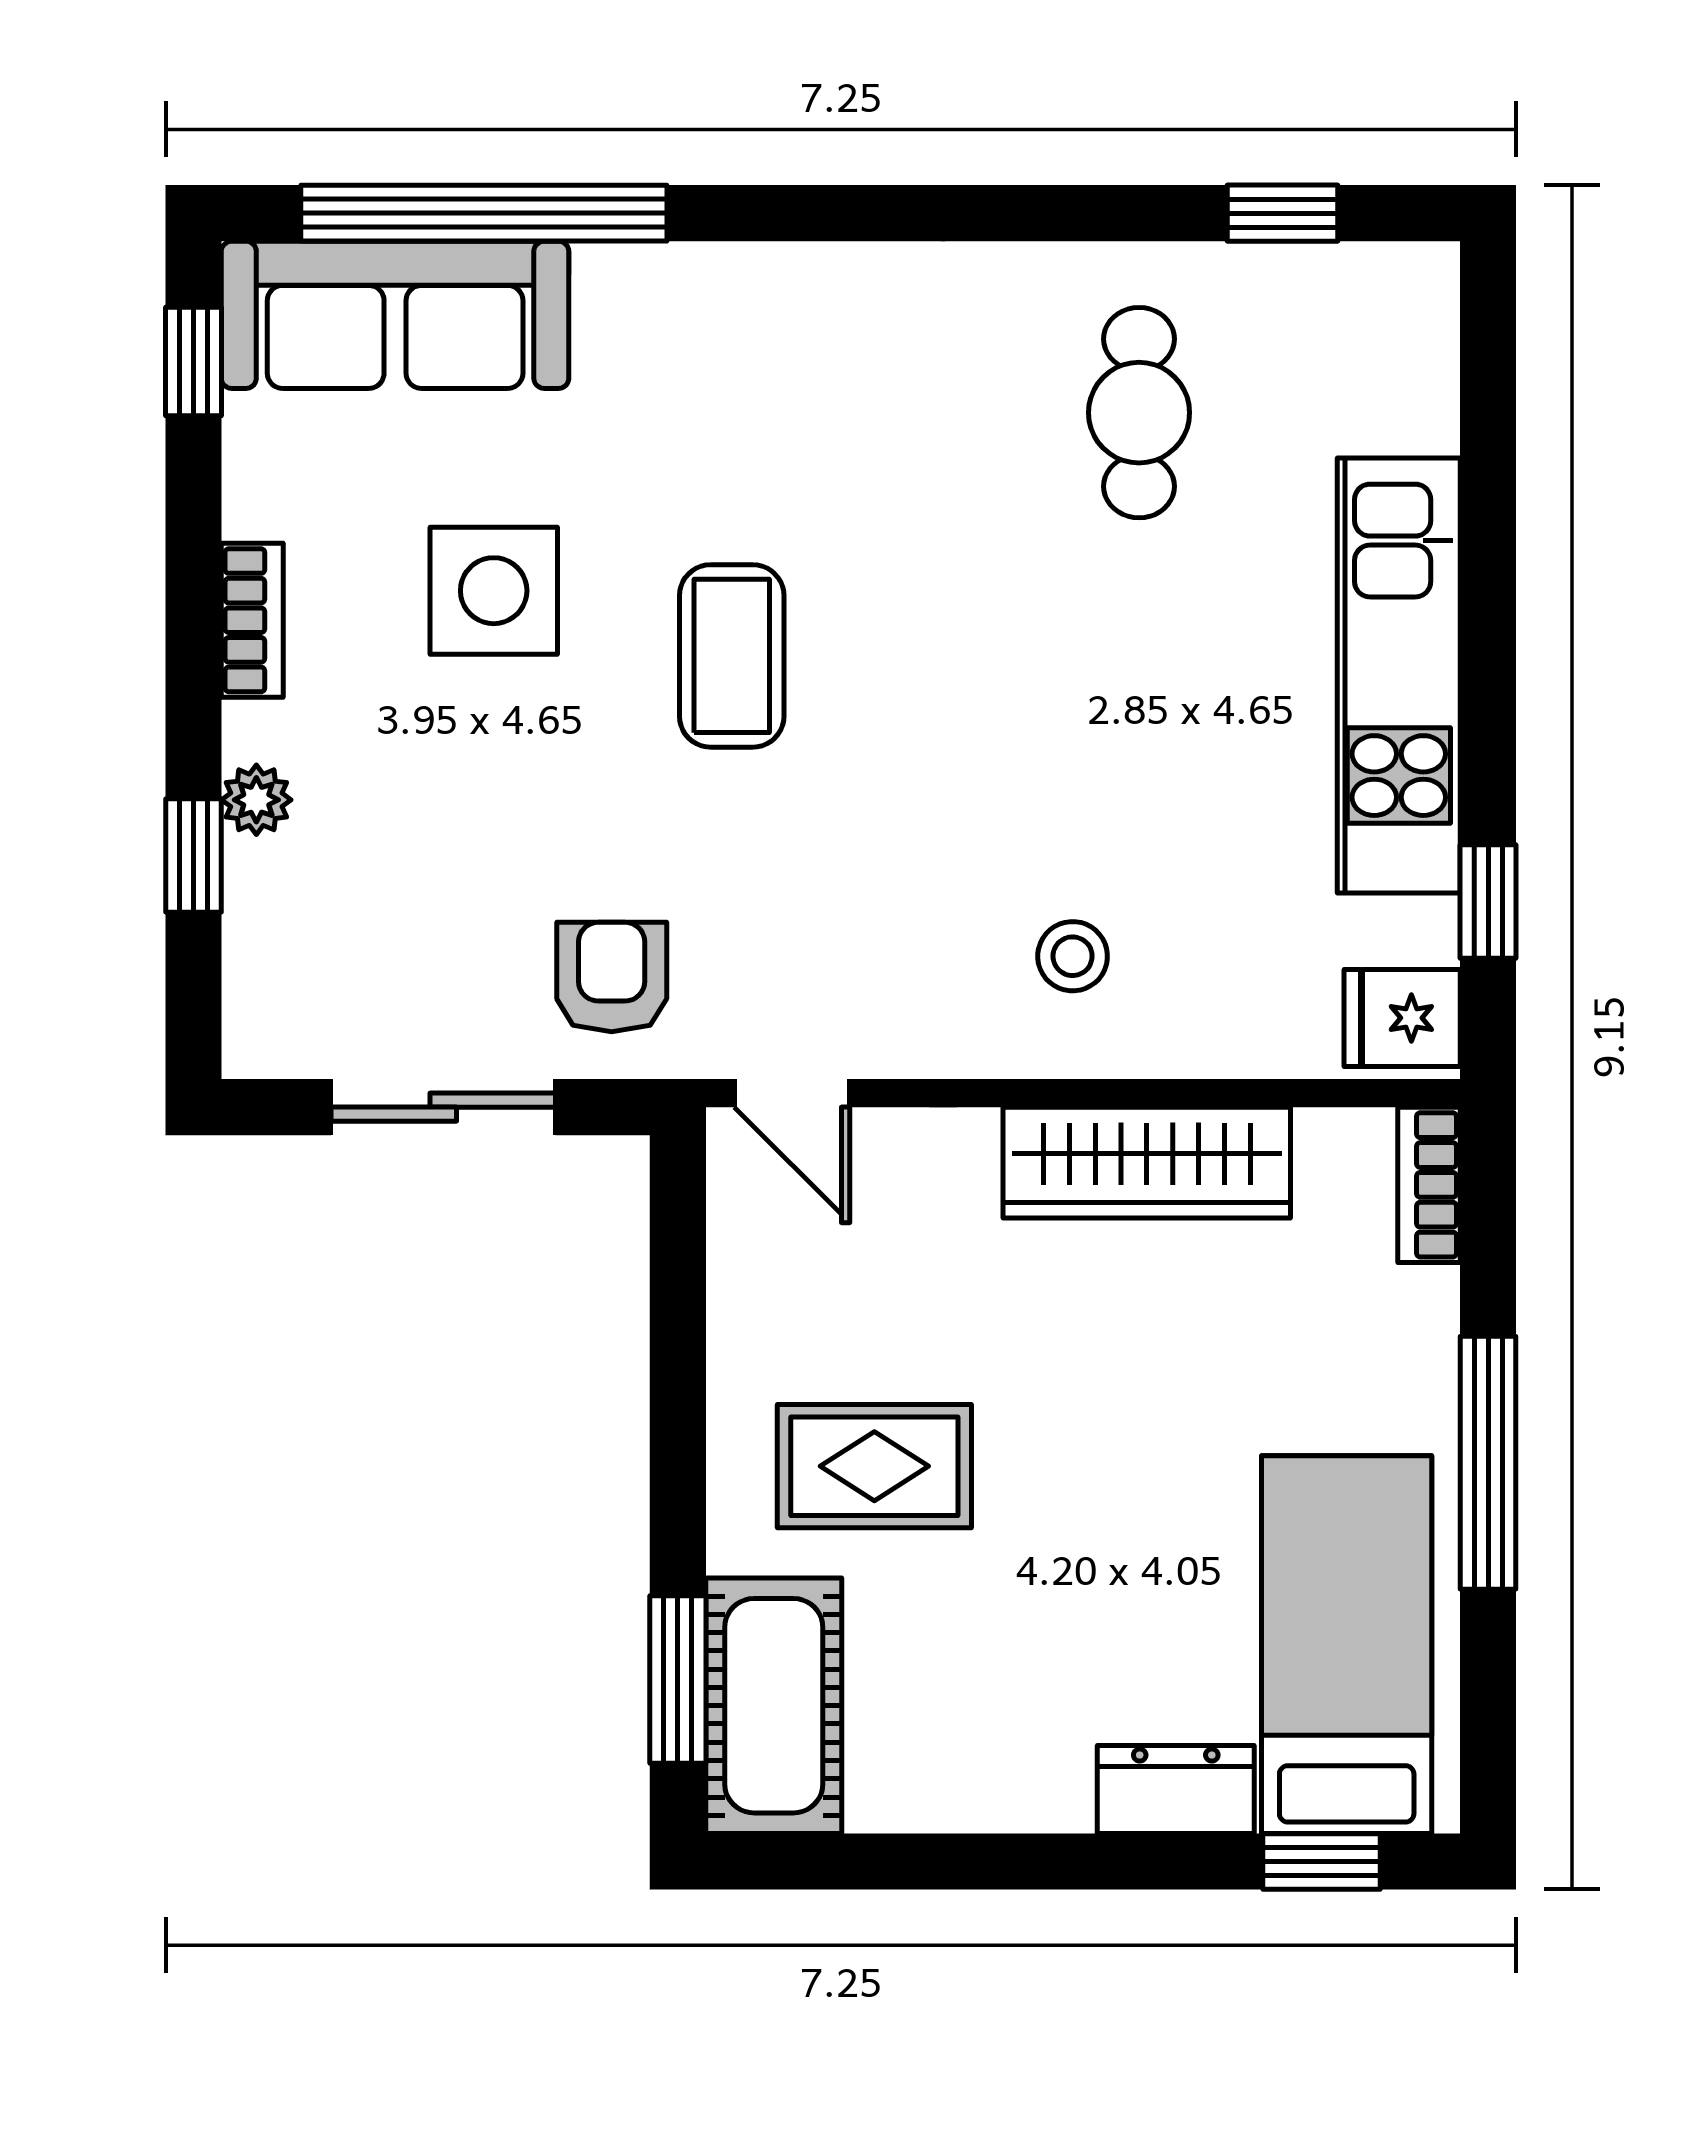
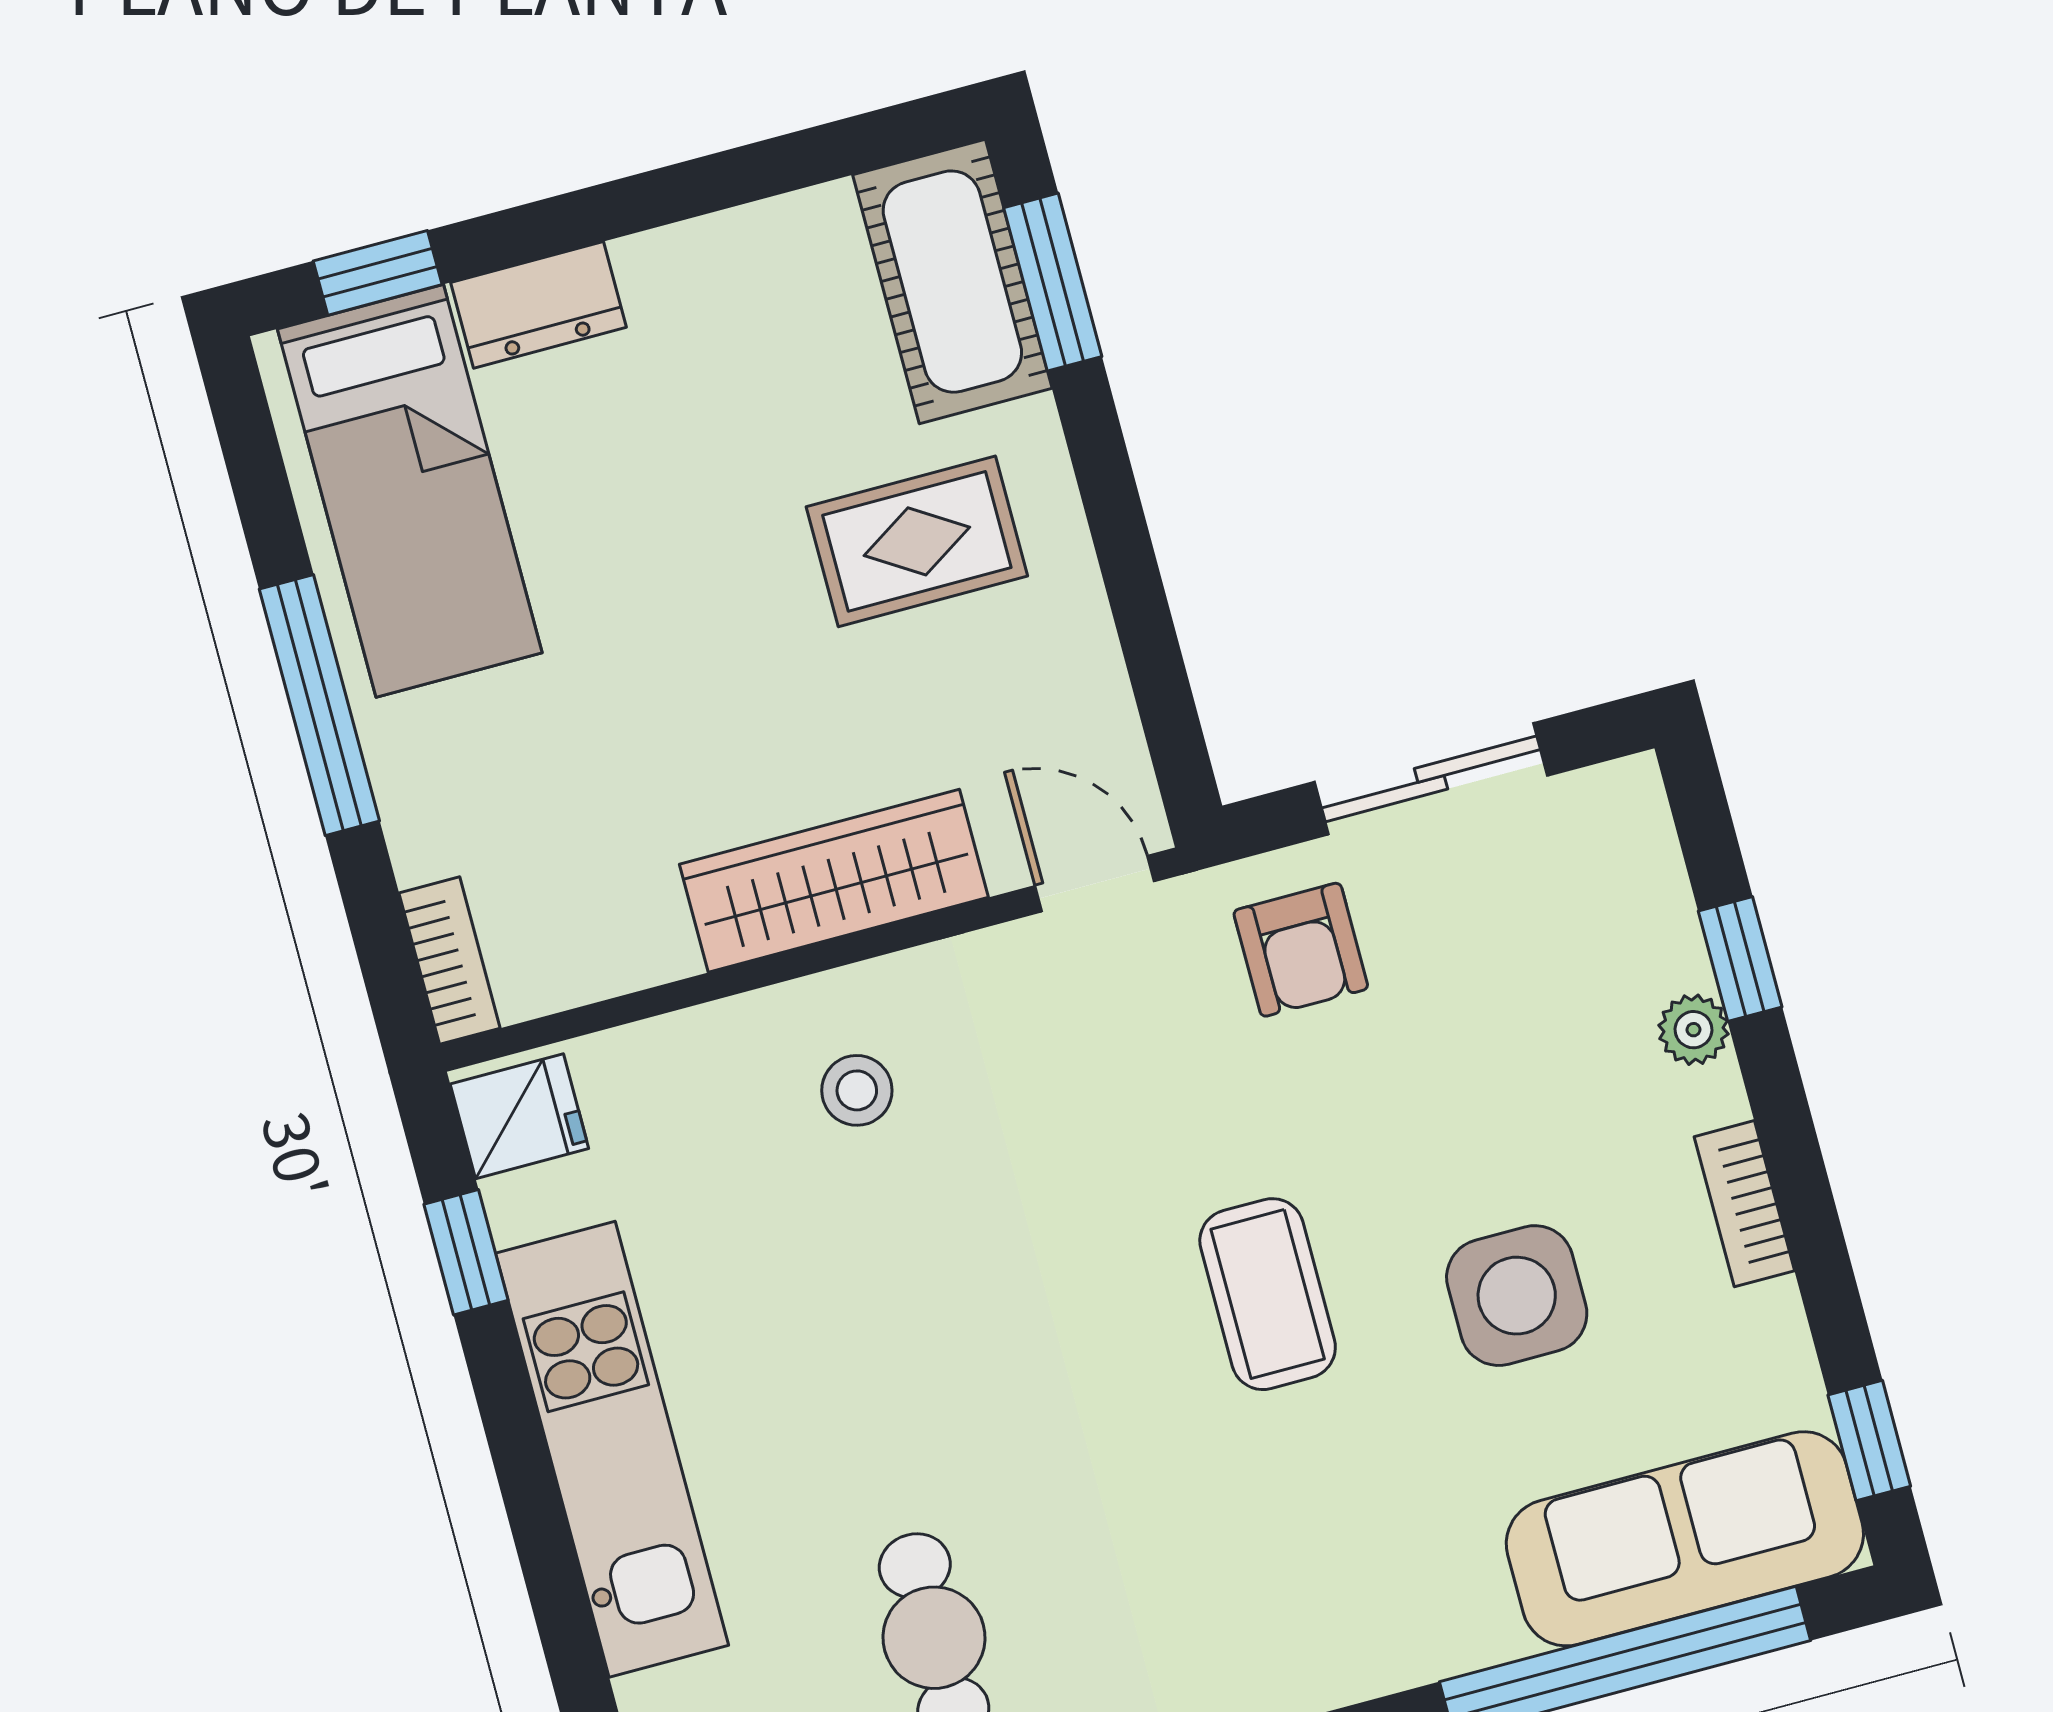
wardrobe: (1147, 1163) -> (834, 881), moved

